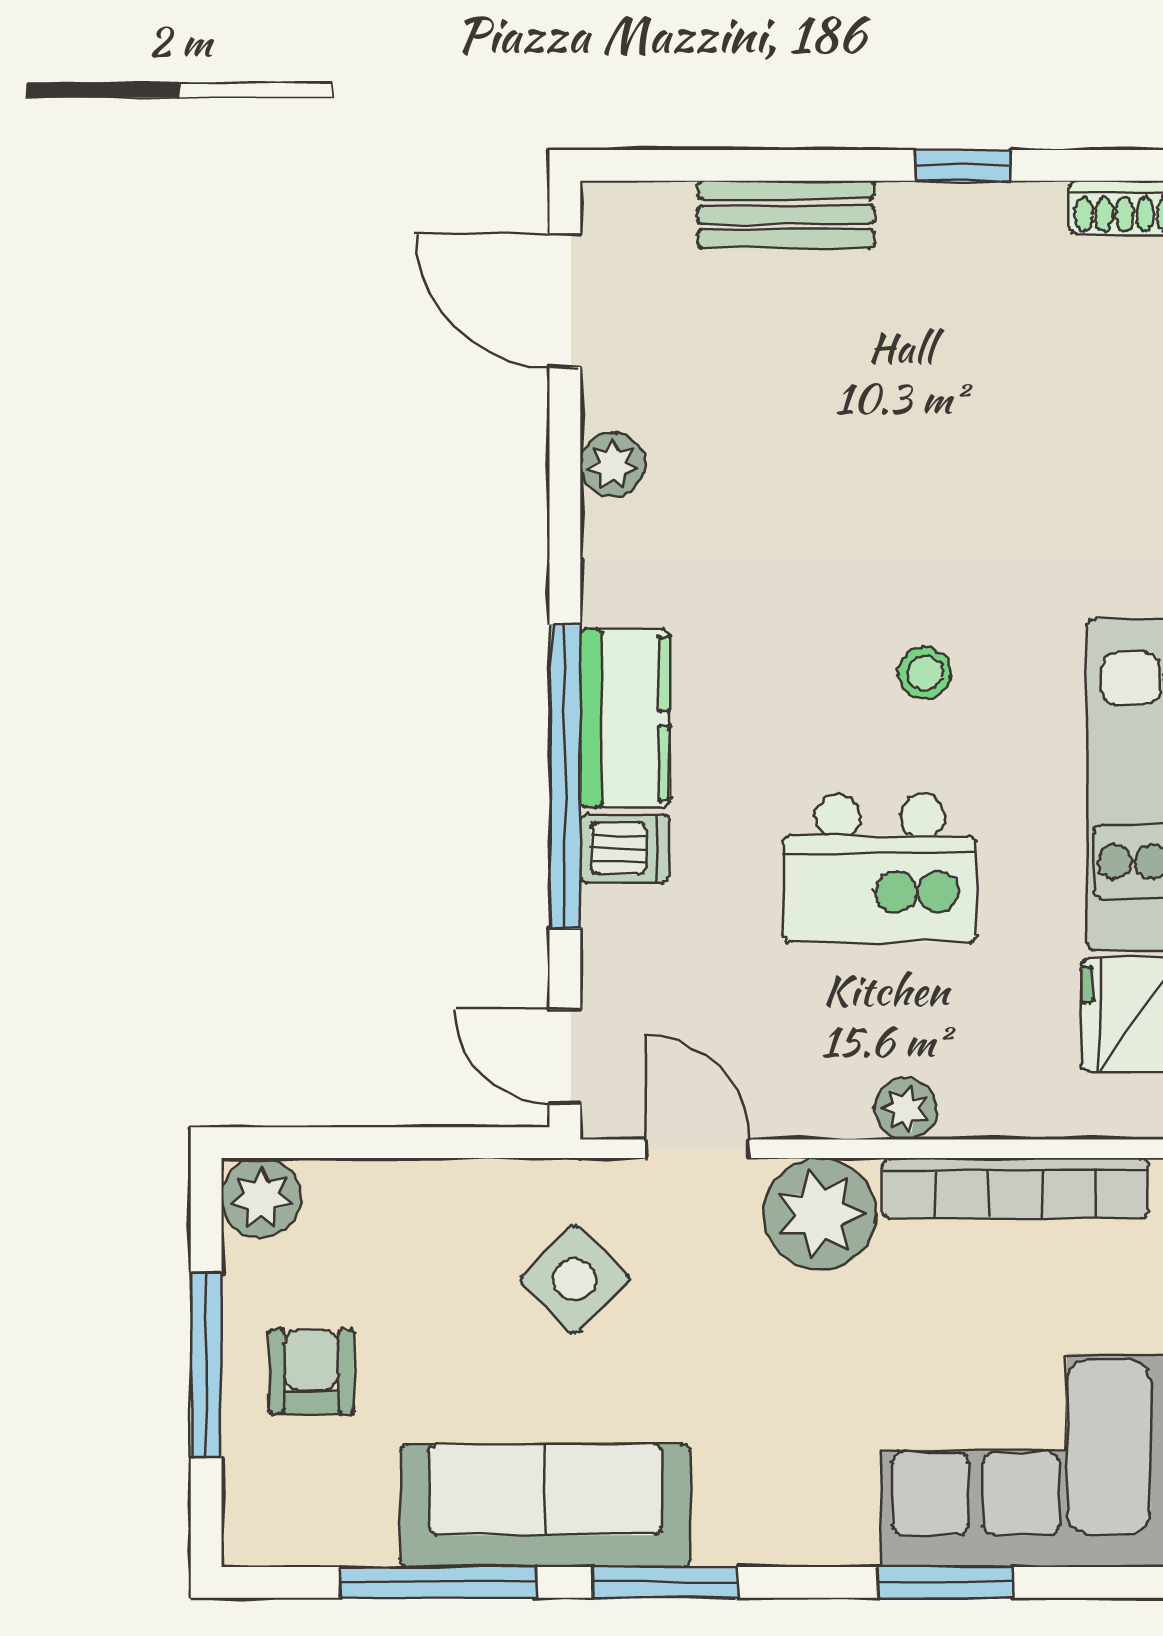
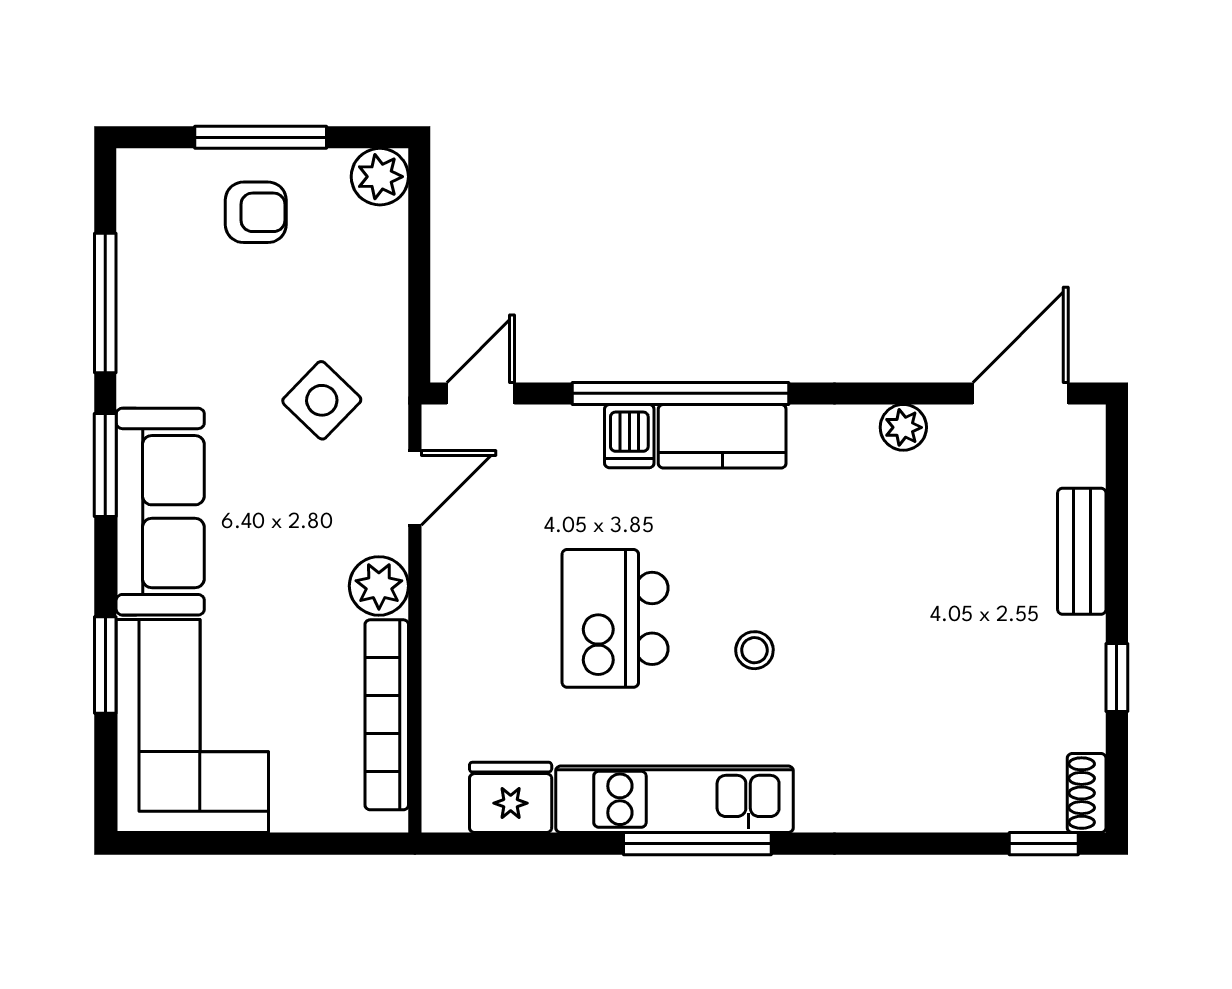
plant: (906, 1109) -> (443, 637), removed
plant: (820, 1214) -> (379, 586), width x0.73, depth x0.73
sofa: (545, 1505) -> (160, 512), moved

